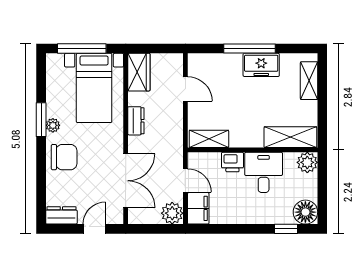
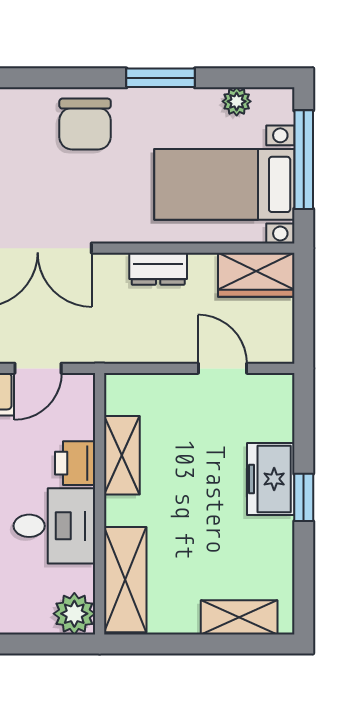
window: (250, 49) -> (304, 497), width x0.46
freezer: (261, 65) -> (271, 479), moved
door: (185, 89) -> (222, 368), swing flipped
plant: (53, 125) -> (237, 101), moved
shelving: (209, 139) -> (122, 455), moved

